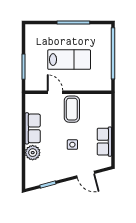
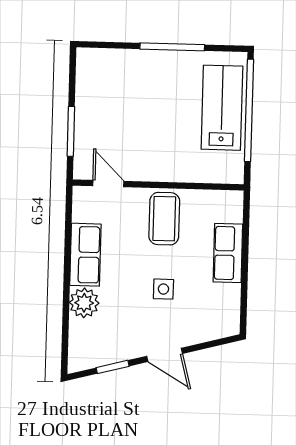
lab bench: (69, 60) -> (222, 108), moved, turned -90
door: (55, 92) -> (108, 184), moved
row of seats: (104, 142) -> (228, 253), moved
door: (86, 175) -> (165, 355), moved

